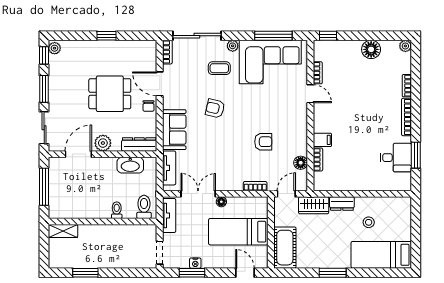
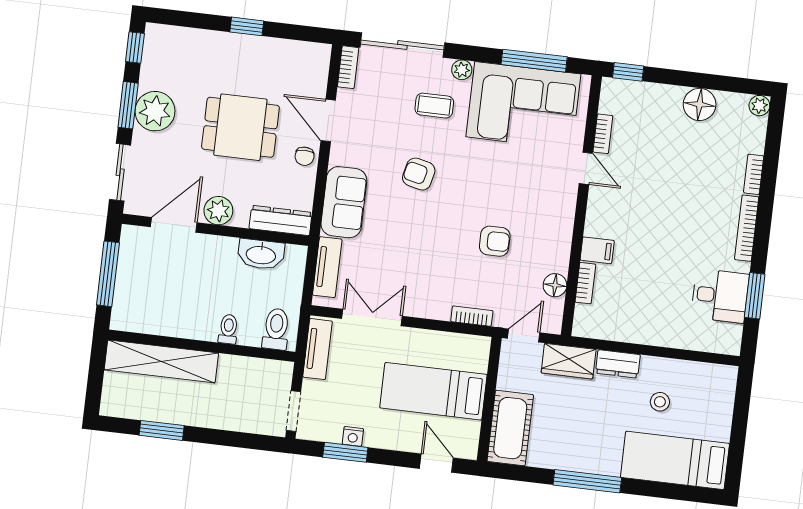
plant: (55, 48) -> (155, 111), moved, width x1.88, depth x1.88
floor lamp: (221, 202) -> (410, 336), removed
shelving: (63, 231) -> (161, 361), width x2.20, depth x1.33
window: (333, 273) -> (587, 481), width x1.44

